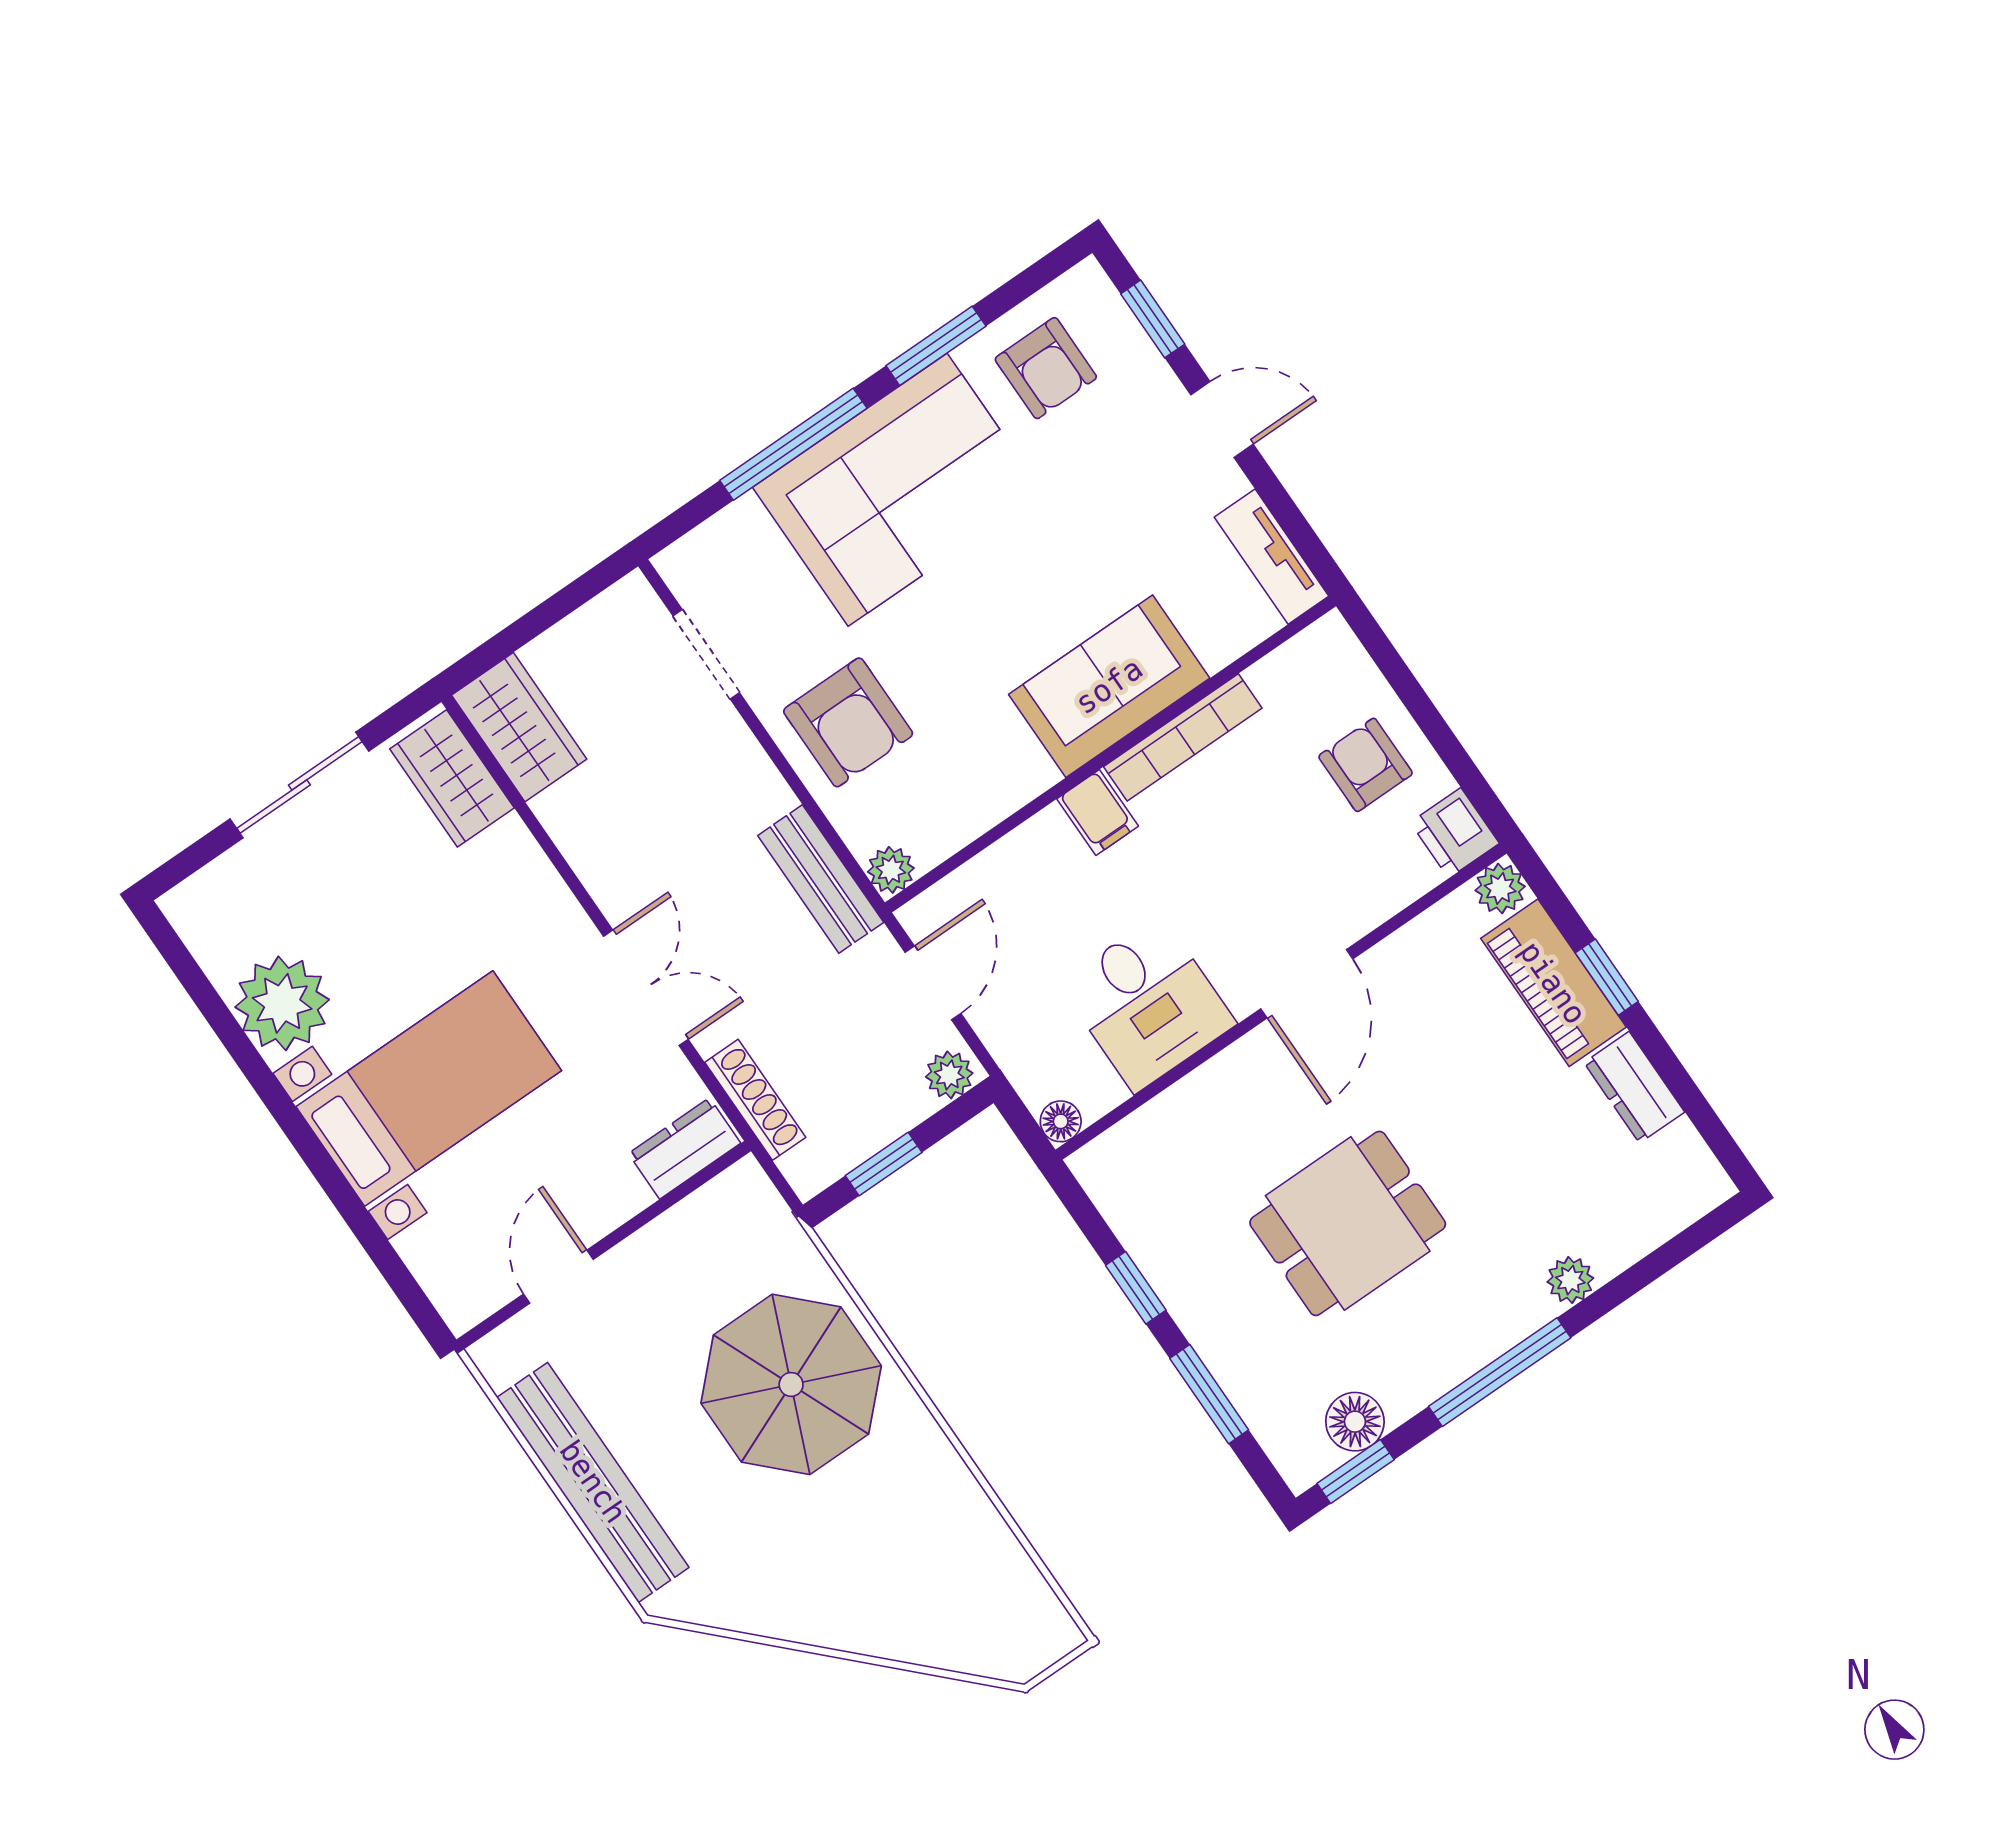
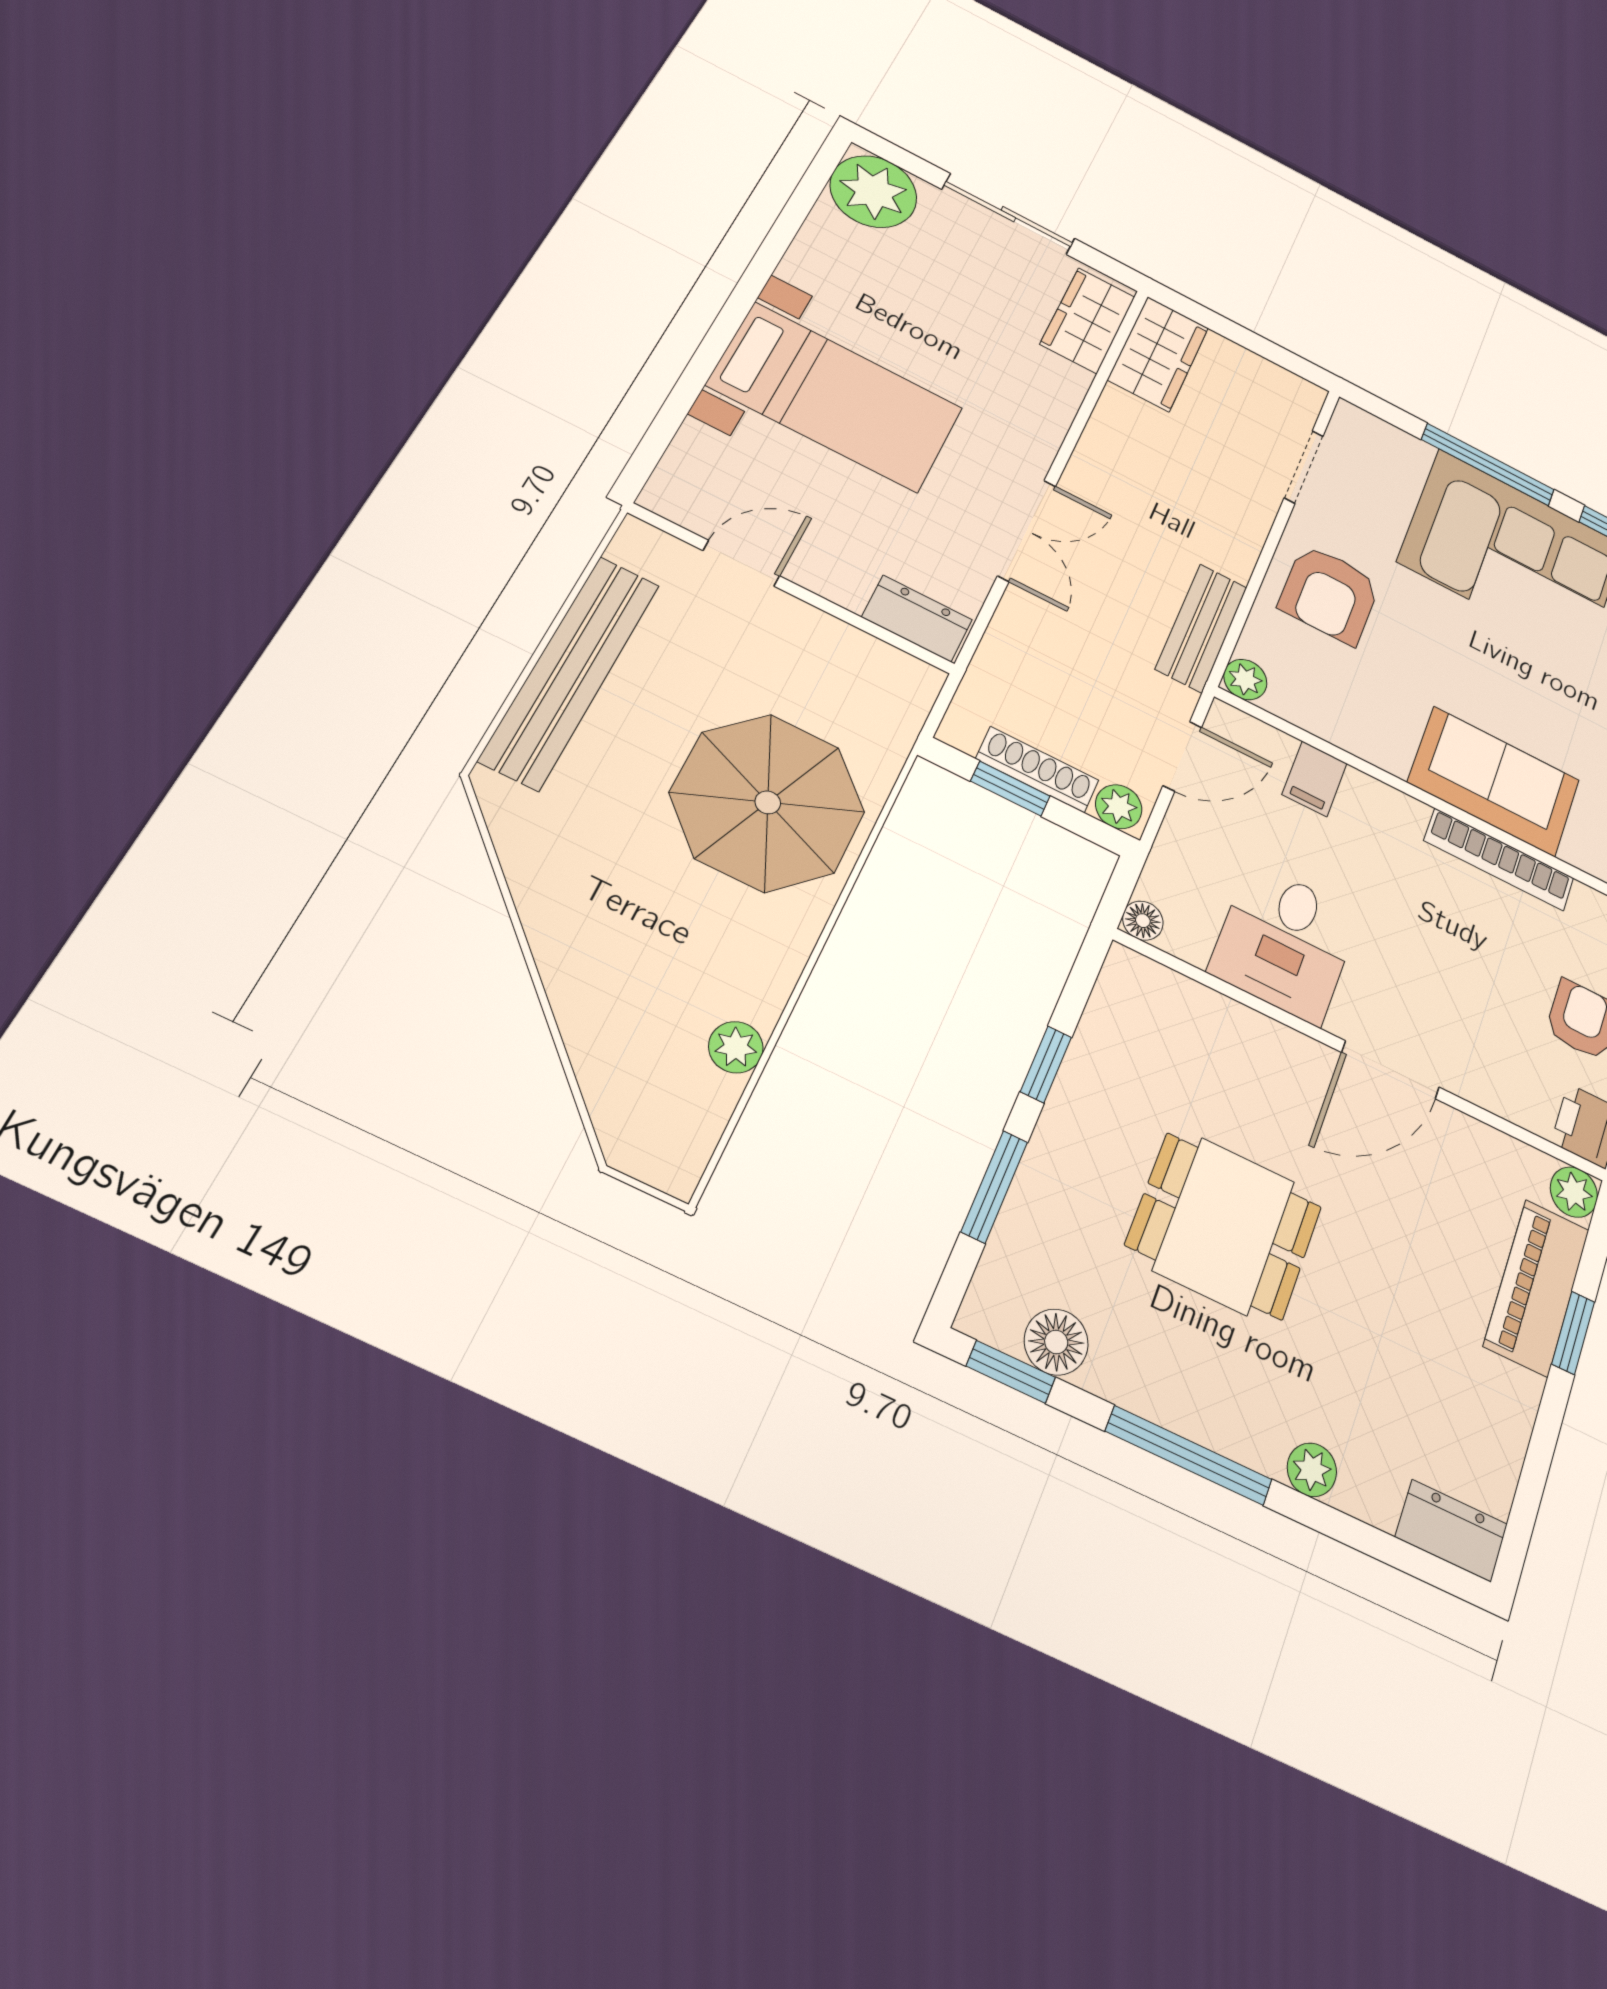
filing cabinet: (1098, 812) -> (1315, 779), moved
plant: (282, 1003) -> (873, 191), moved
dresser: (1634, 1087) -> (1451, 1531), moved, turned 90
shoe rack: (755, 1100) -> (1037, 770), moved, turned -90
plant: (985, 1533) -> (736, 1047), added

